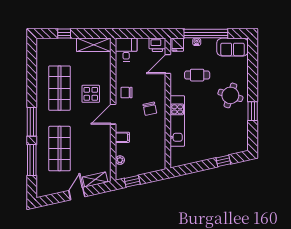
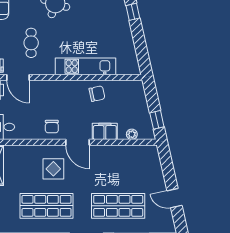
chair: (150, 109) -> (97, 94), moved
filing cabinet: (122, 137) -> (105, 131), width x2.00
shelving: (95, 180) -> (155, 164), removed
door: (77, 194) -> (174, 198), moved

